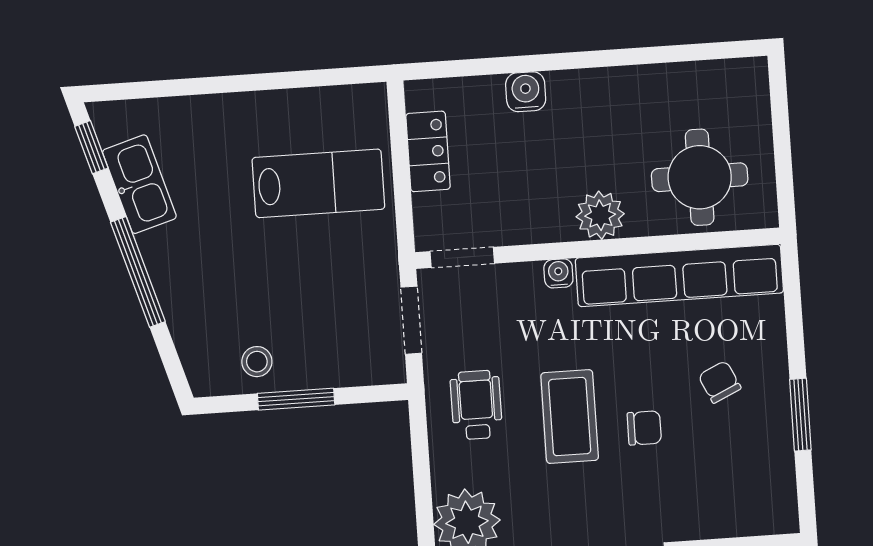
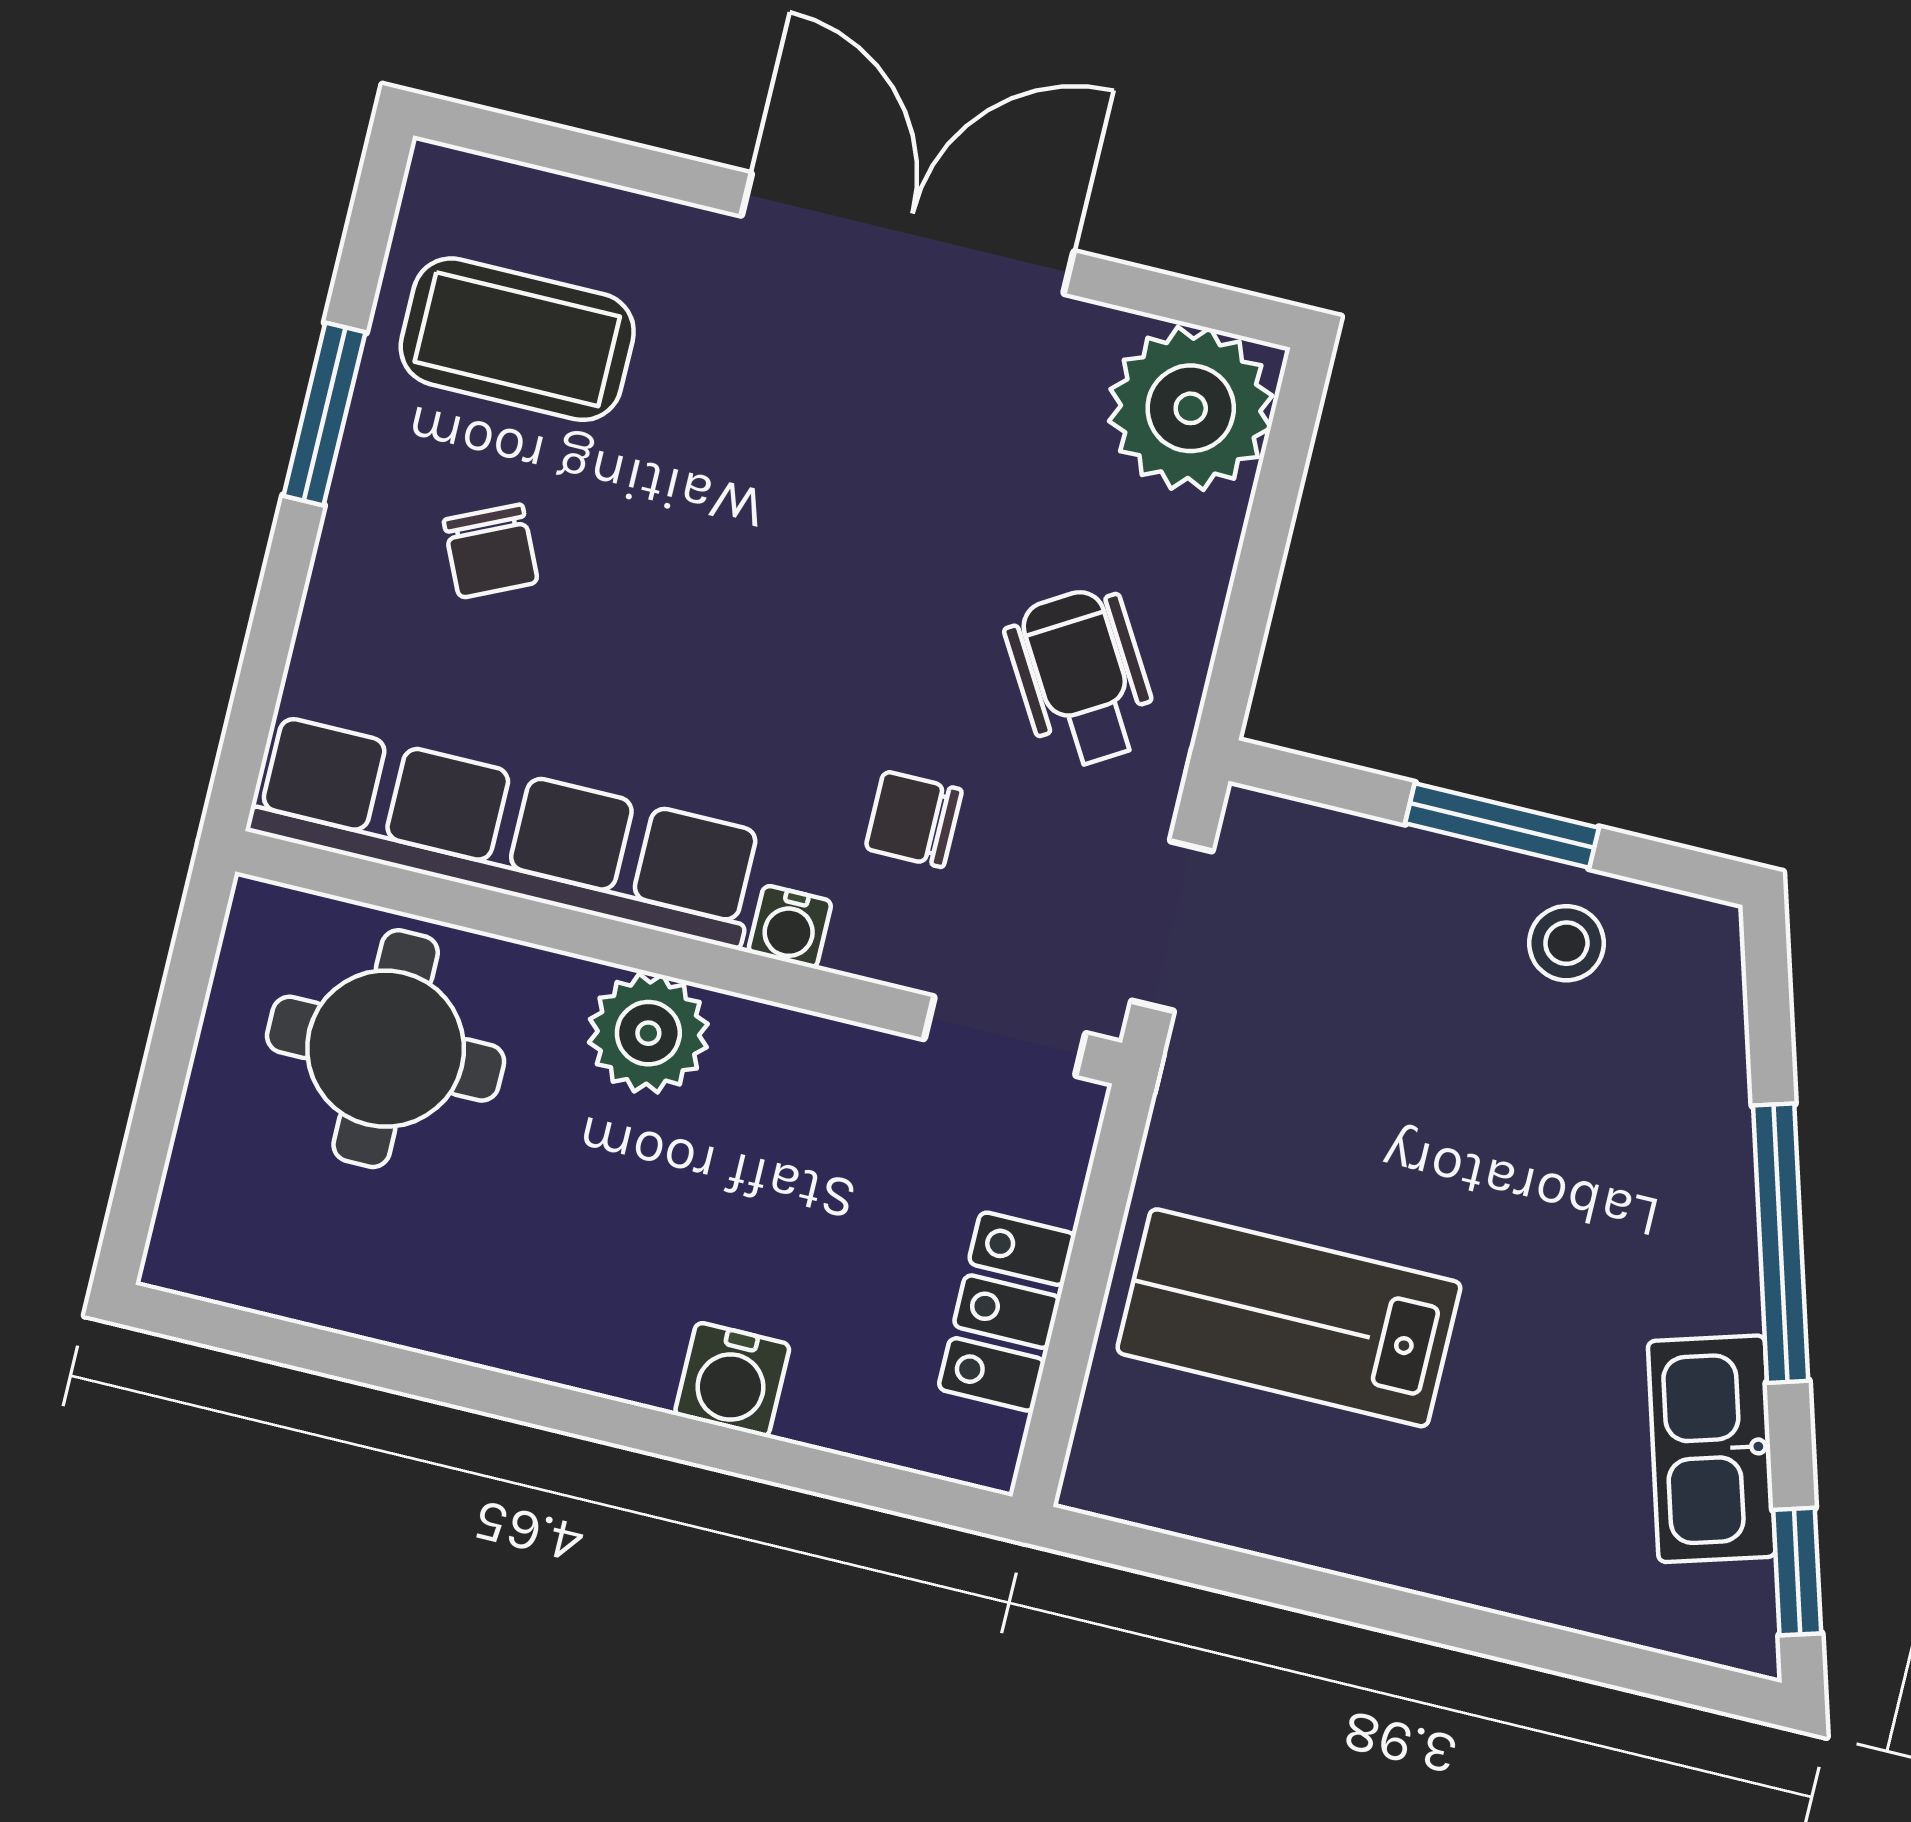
wheelchair: (476, 405) -> (1082, 678), turned 149
coffee table: (570, 417) -> (517, 339), moved, turned 90
chair: (644, 428) -> (914, 819), moved

